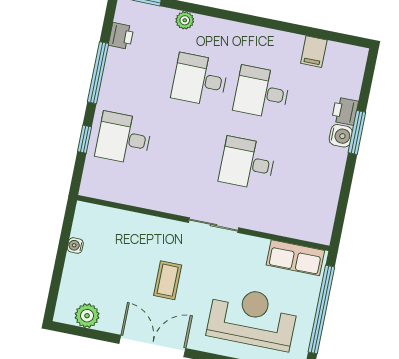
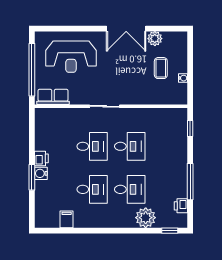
plant: (185, 20) -> (146, 218), width x1.87, depth x1.87
printer: (345, 111) -> (41, 158), moved
desk: (124, 138) -> (130, 146), moved
window: (85, 139) -> (190, 128), moved
coffee table: (168, 280) -> (161, 68), moved
plant: (87, 316) -> (155, 39), moved

